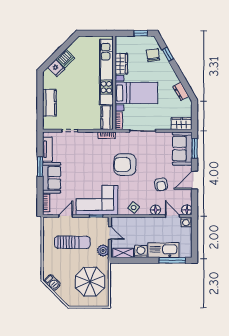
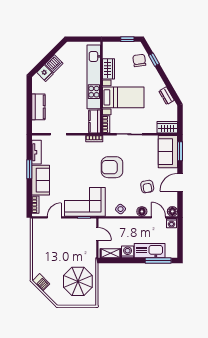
sun lounger: (72, 242) -> (61, 243), removed
plant: (103, 251) -> (91, 251), removed

